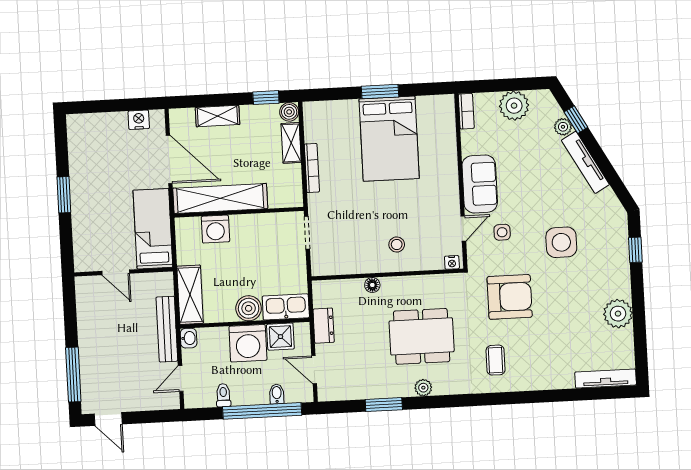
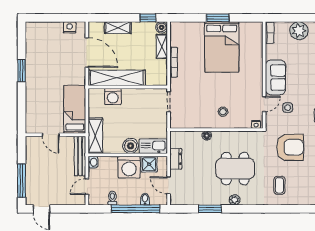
bed: (153, 229) -> (75, 109), moved
door: (116, 272) -> (51, 135), moved
wall: (124, 272) -> (55, 135), moved

